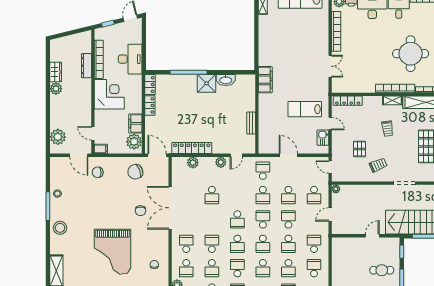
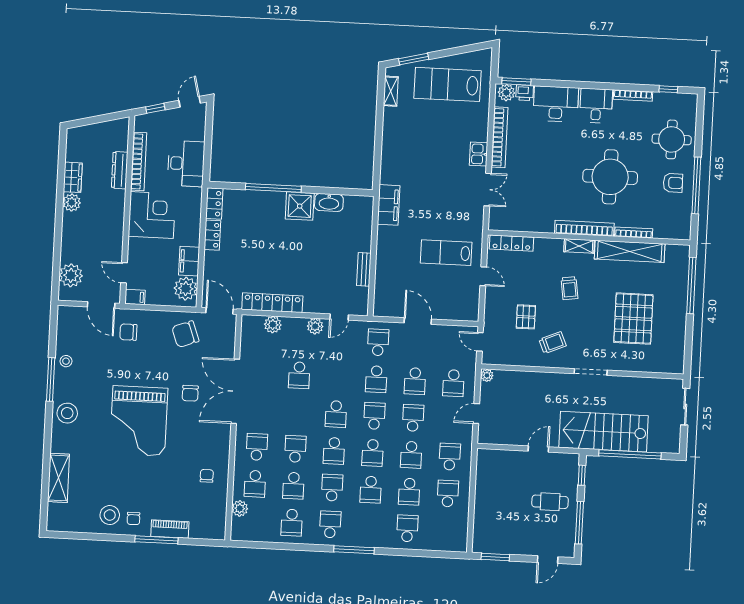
kitchen sink: (323, 138) -> (479, 154), moved
grand piano: (113, 252) -> (139, 421), moved

